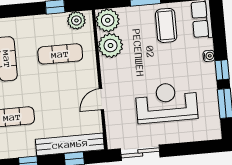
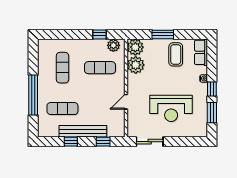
reception desk: (166, 103) -> (171, 108), turned 180
bench: (70, 144) -> (83, 131), moved

